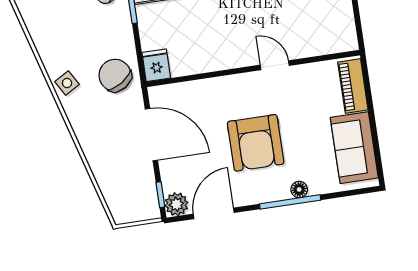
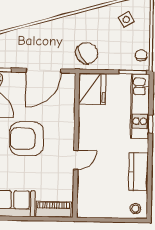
fridge: (156, 65) -> (92, 89), width x1.88, depth x1.34
side table: (67, 83) -> (126, 19), moved

